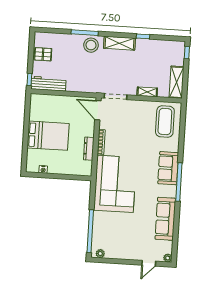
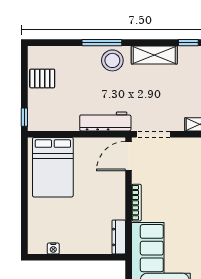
workbench: (48, 84) -> (105, 121), moved
door: (98, 110) -> (129, 156), hinge flipped
bed: (48, 136) -> (53, 167), moved, turned 90
dresser: (89, 149) -> (119, 237), moved

